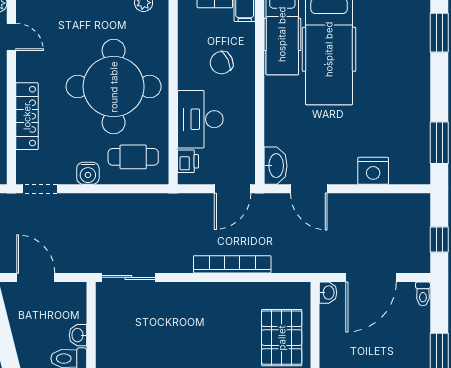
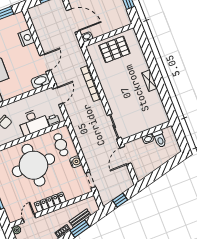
locker: (27, 116) -> (50, 202), moved
door: (233, 189) -> (58, 96), hinge flipped
door: (36, 277) -> (125, 155), moved

